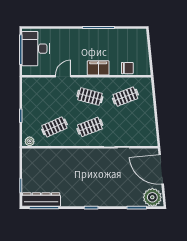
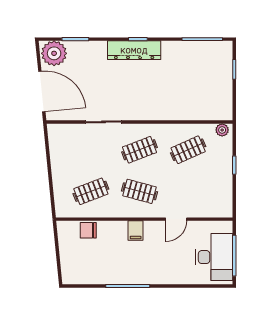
filing cabinet: (98, 68) -> (136, 231), width x0.50
dresser: (41, 200) -> (134, 50), moved

